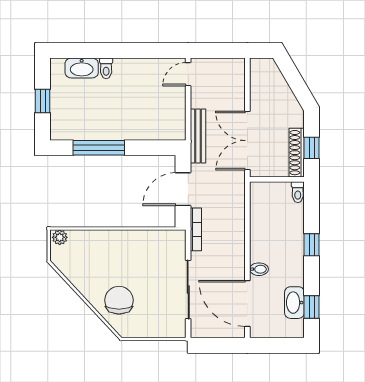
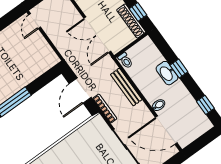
bench: (198, 136) -> (126, 87), moved
toilet: (298, 192) -> (125, 60), moved
washbasin: (294, 303) -> (167, 73), moved

